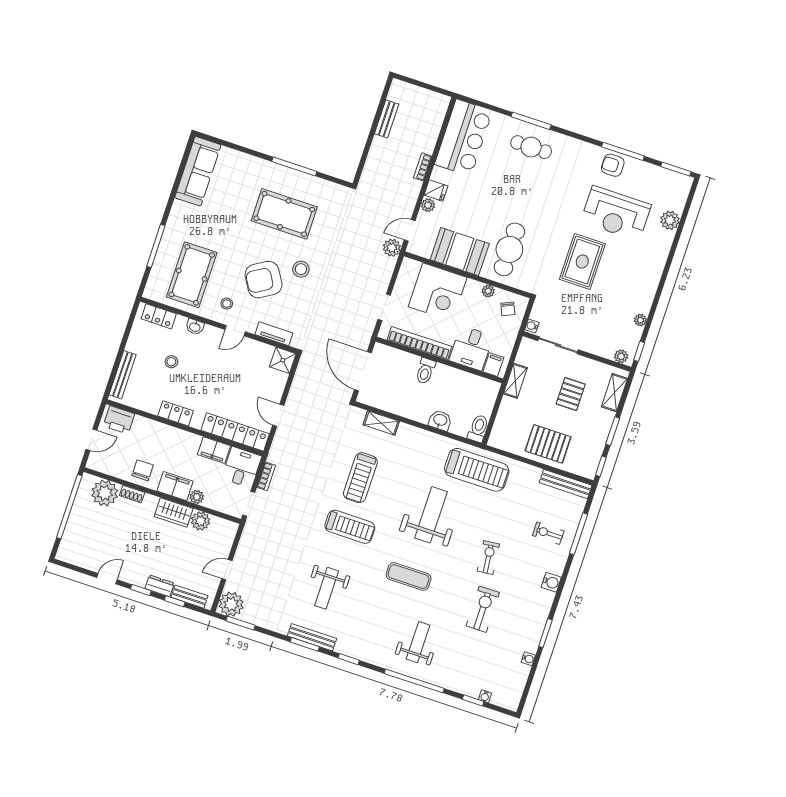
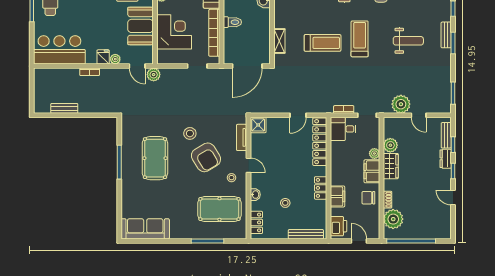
filing cabinet: (214, 450) -> (337, 196), moved
plant: (231, 604) -> (401, 104), moved
bench: (312, 637) -> (446, 35), width x0.73

